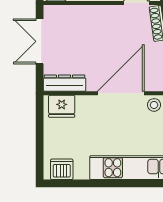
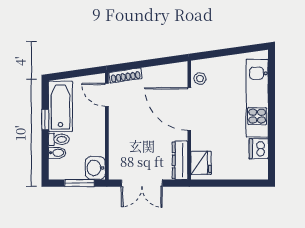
dishwasher: (62, 169) -> (259, 149), moved

